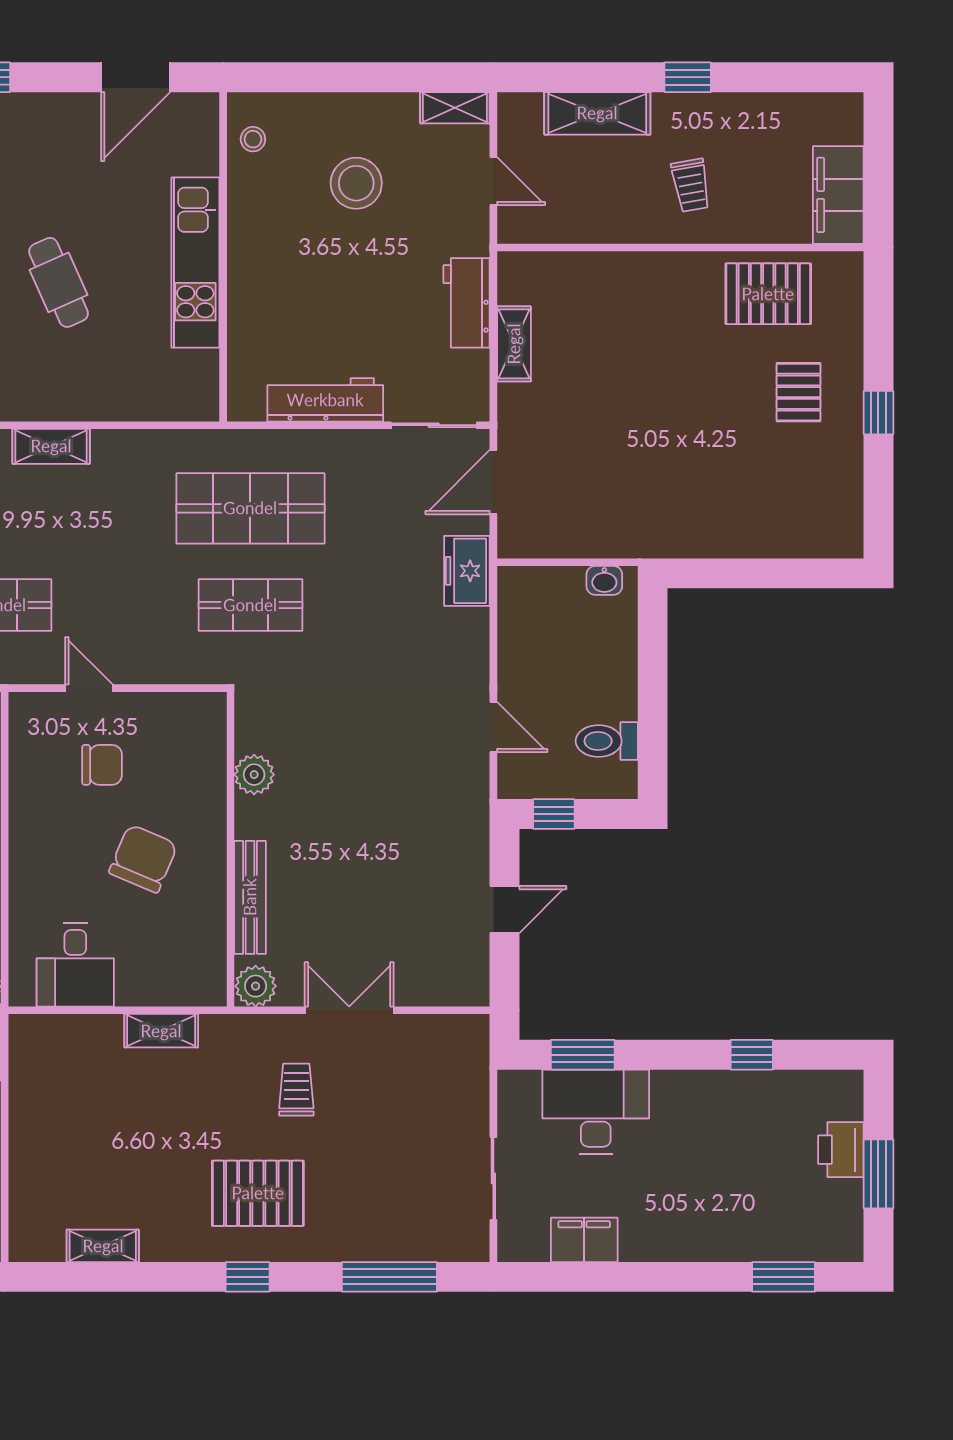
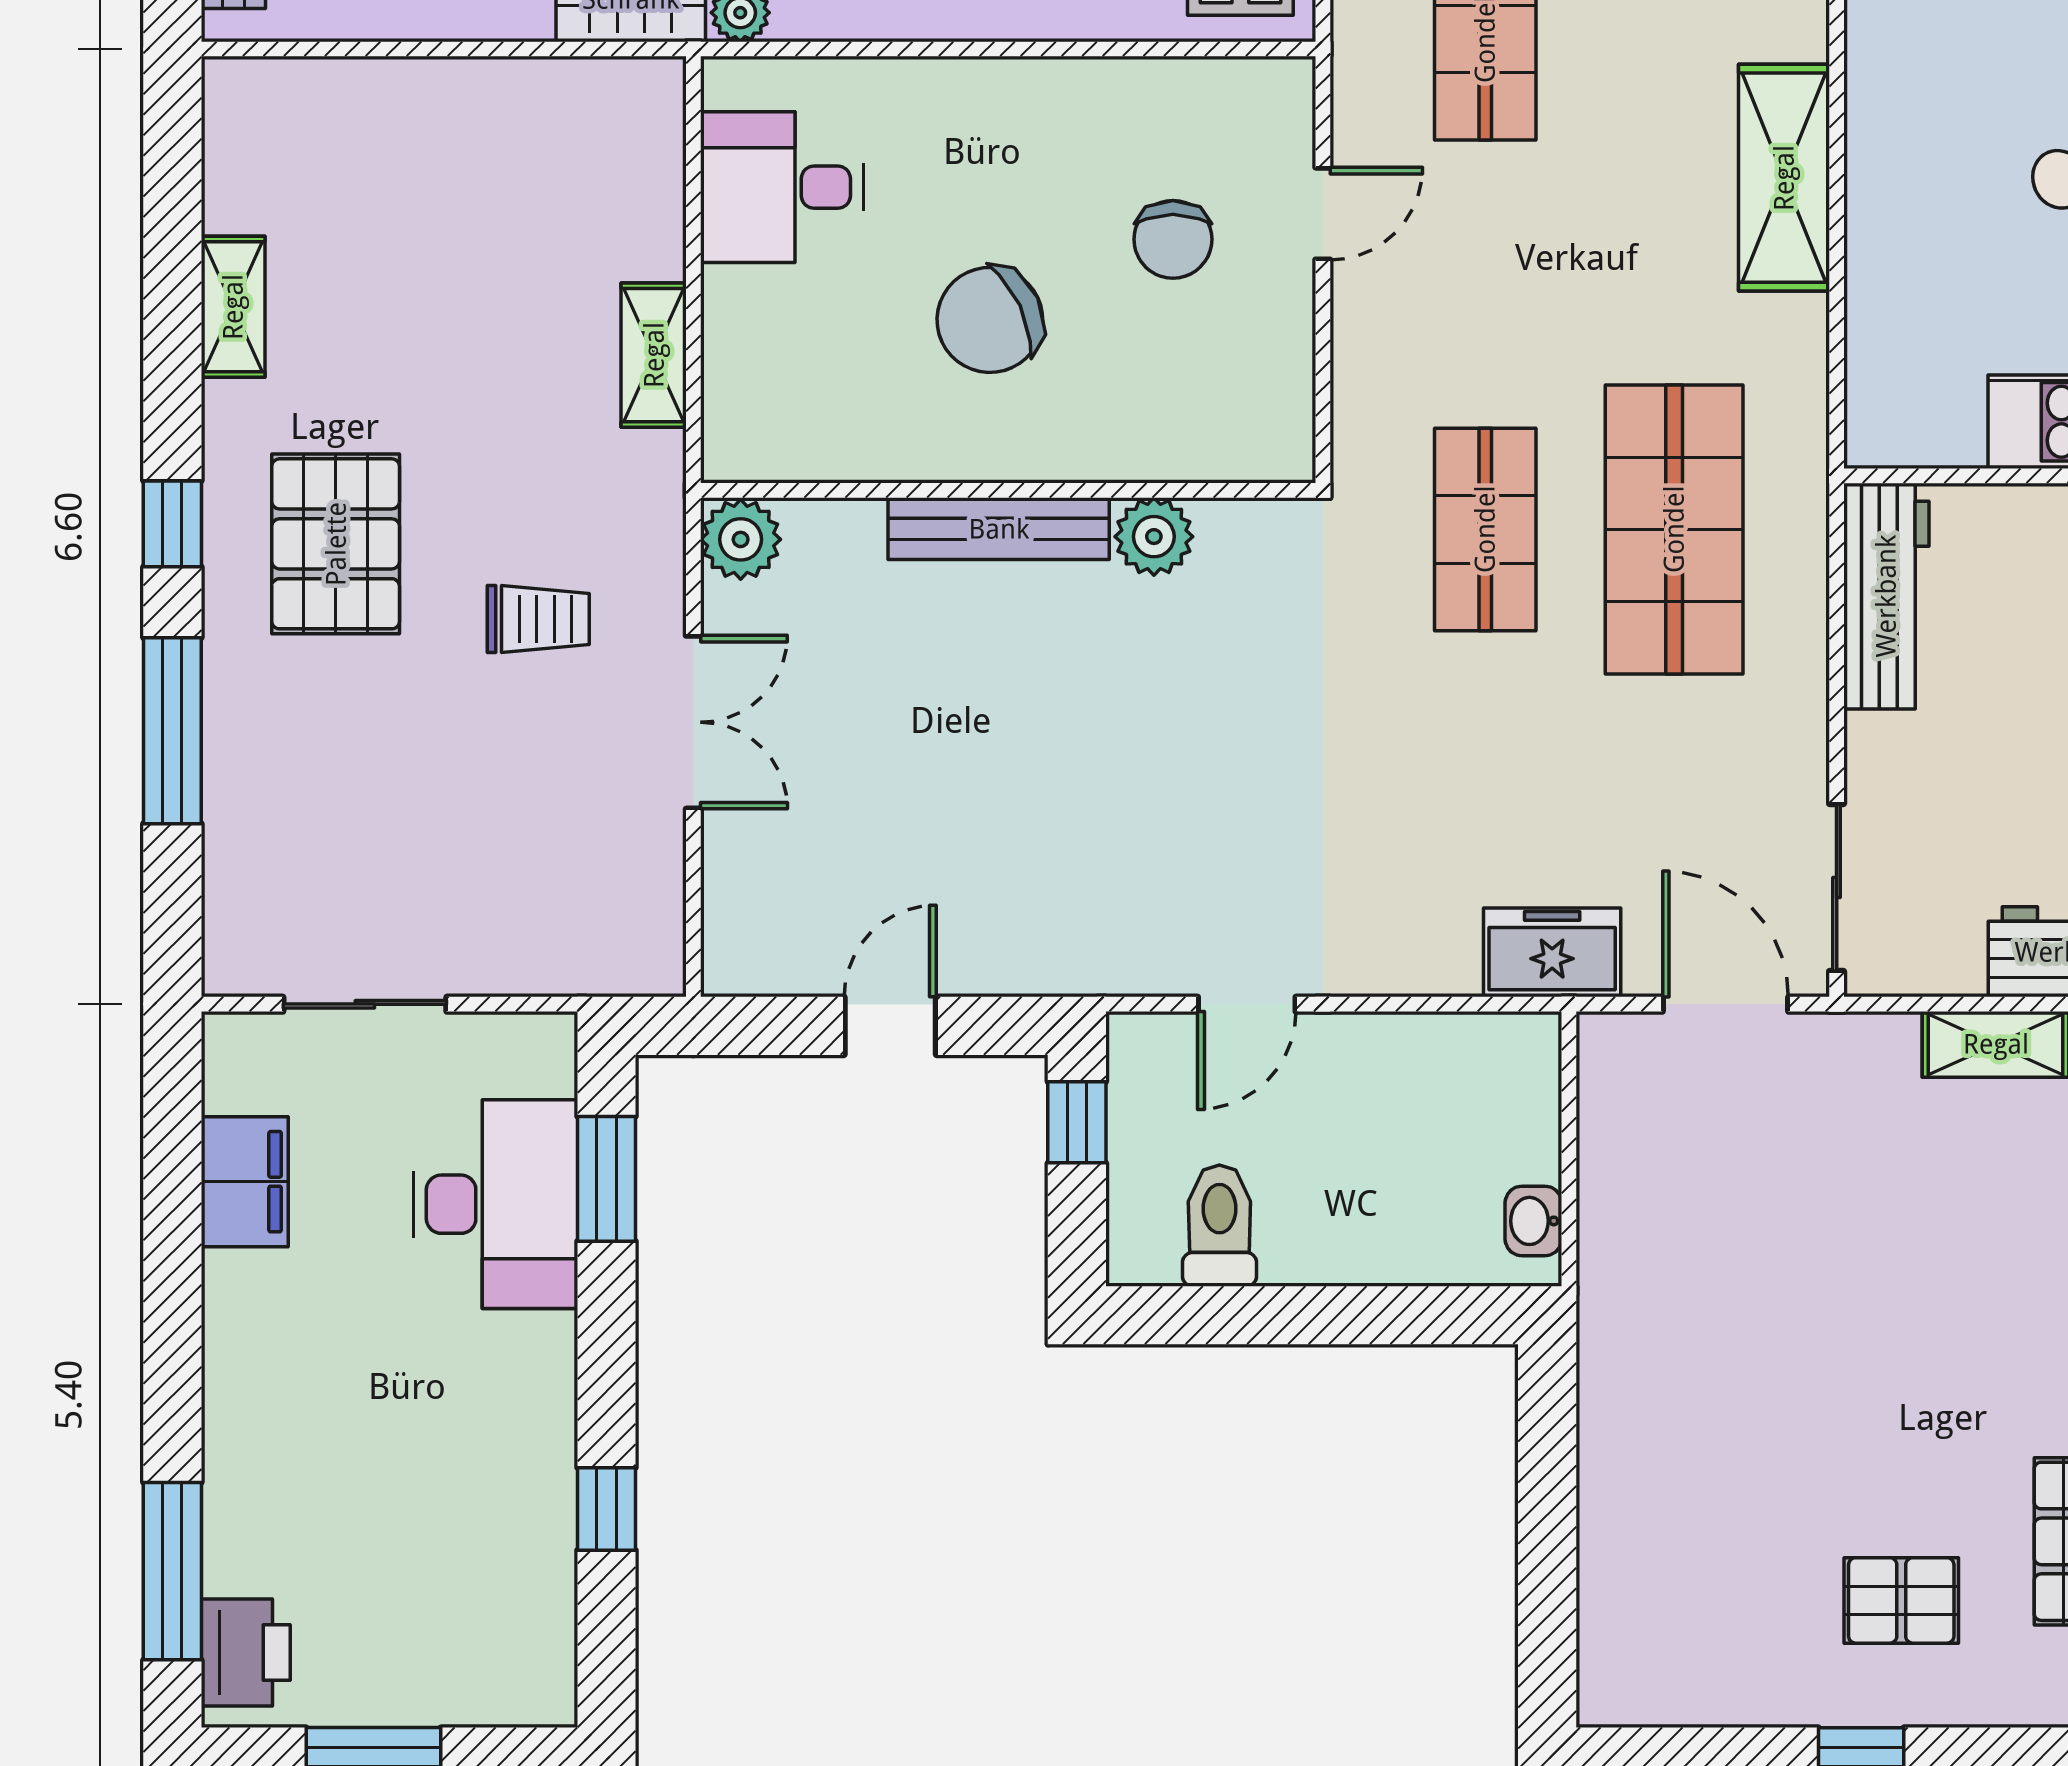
workbench: (325, 400) -> (1886, 596), moved
shelving: (51, 446) -> (1784, 178), width x1.50, depth x1.33
chair: (143, 859) -> (990, 320), turned 132
bench: (250, 897) -> (999, 529), moved
door: (504, 909) -> (890, 1026), swing flipped
printer: (841, 1150) -> (246, 1652), moved, turned 90
shelving: (103, 1246) -> (233, 307), moved
window: (389, 1277) -> (172, 731), moved
window: (784, 1277) -> (172, 1571), width x1.44

